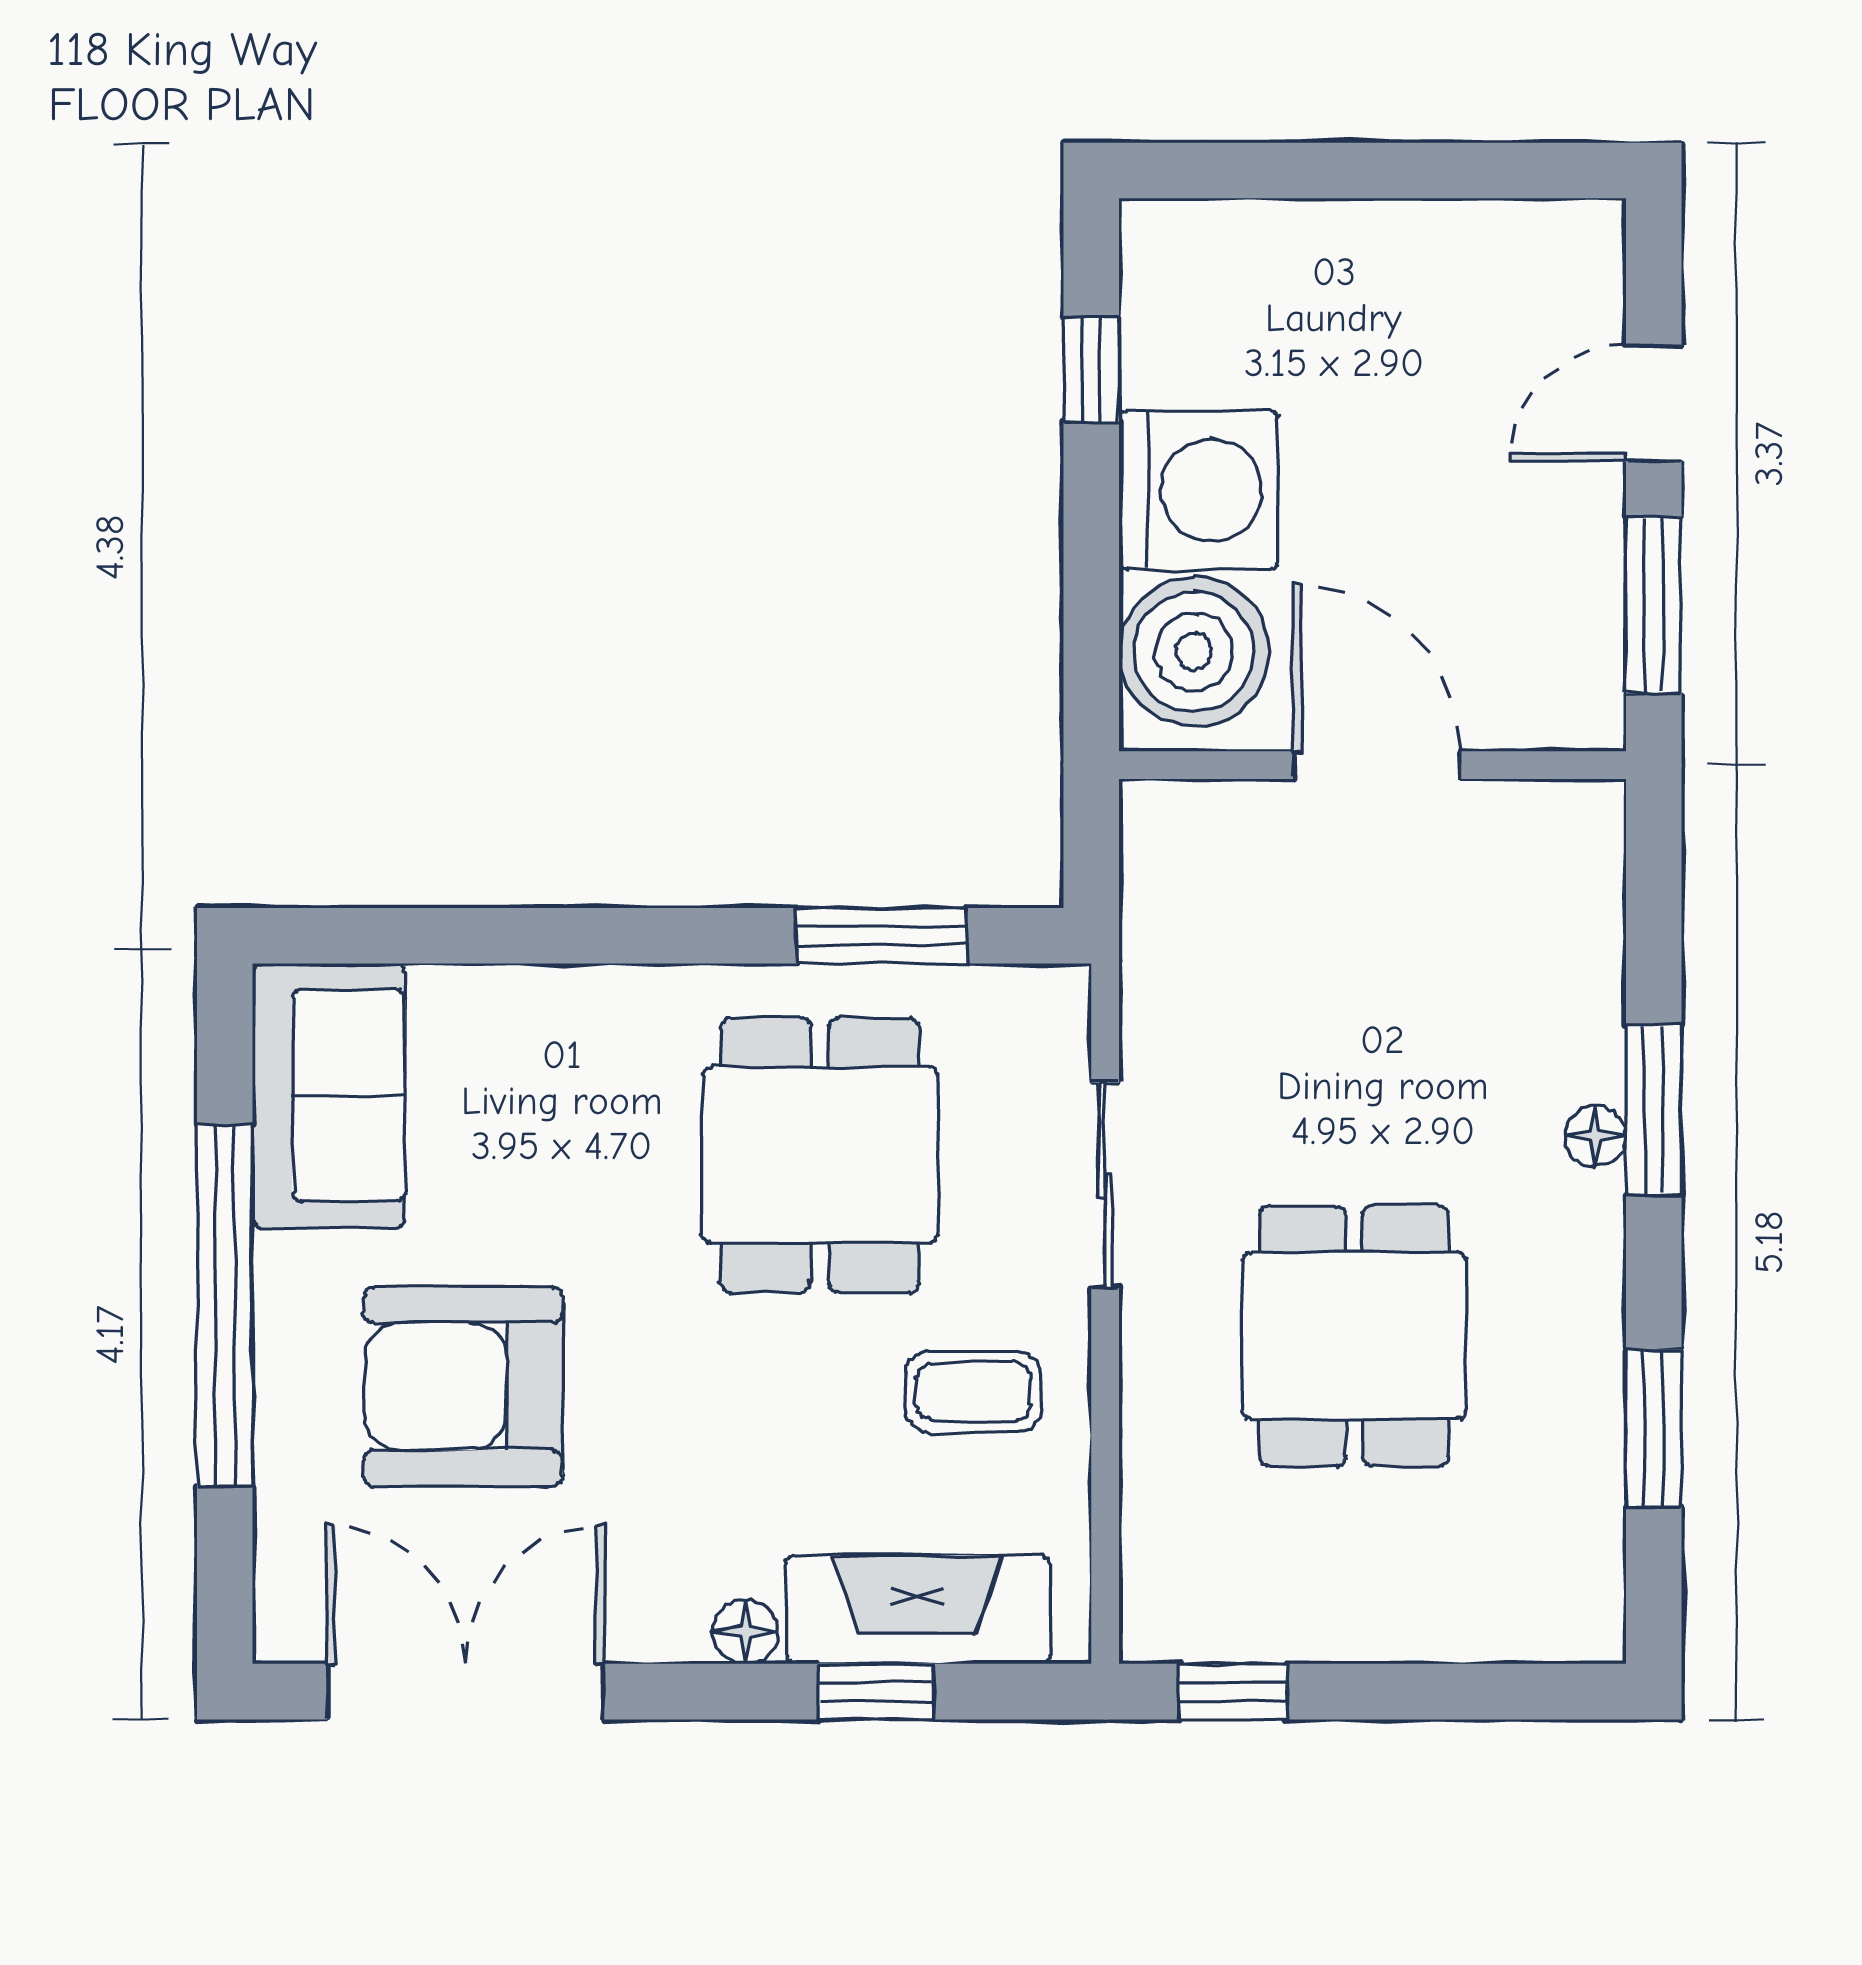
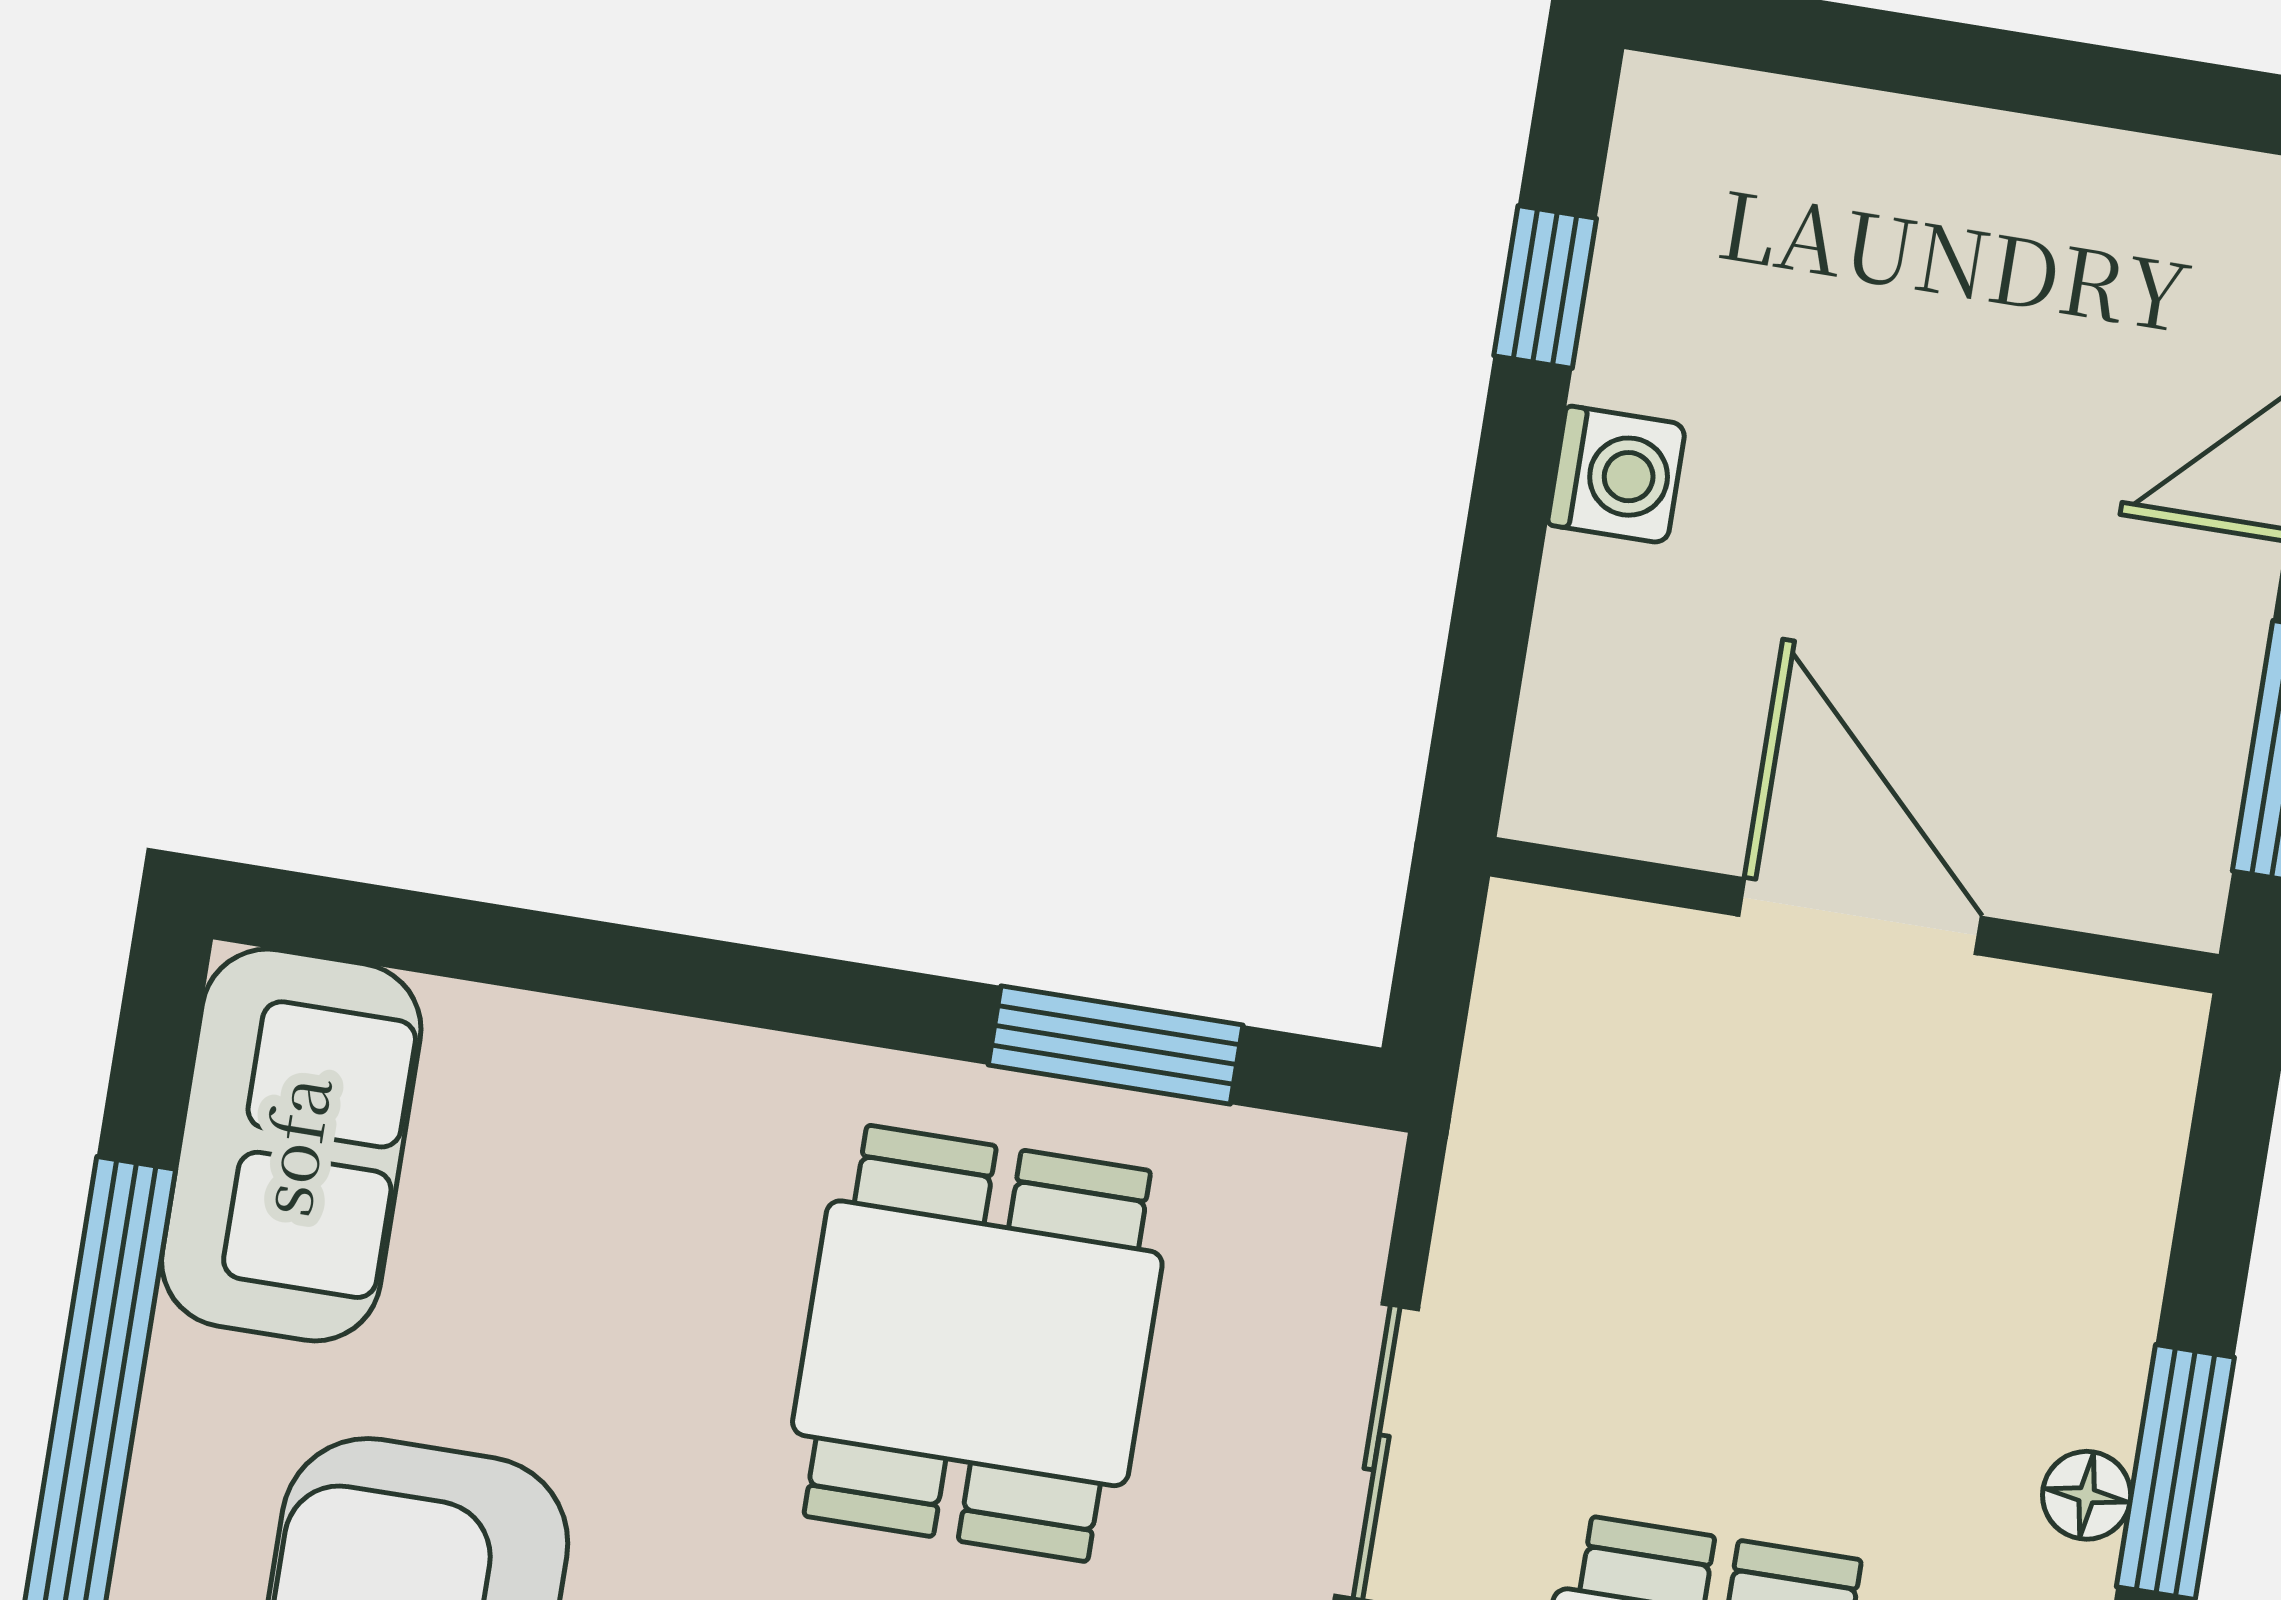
washing machine: (1198, 490) -> (1617, 475), width x0.53, depth x0.53
boiler: (1194, 652) -> (1626, 713), removed

